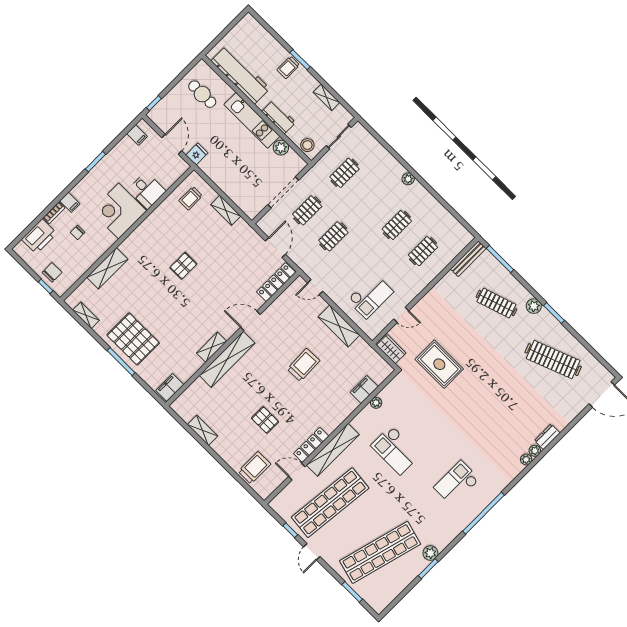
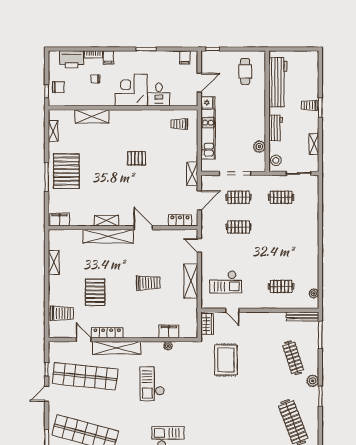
kitchen unit: (252, 120) -> (208, 134), moved, turned 180
plant: (408, 179) -> (314, 293), moved
shelving: (226, 210) -> (192, 174), moved
clothes rail: (397, 225) -> (281, 257), removed
locker: (276, 282) -> (180, 220), width x0.66
pallet: (265, 420) -> (95, 292), width x1.50, depth x1.42

